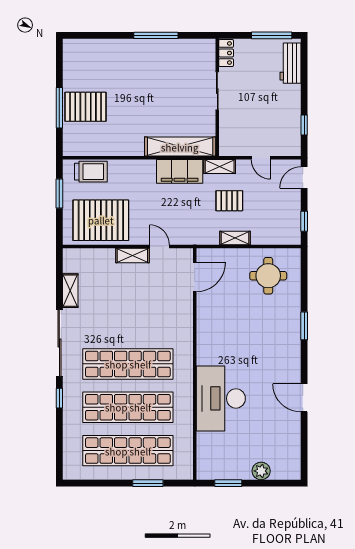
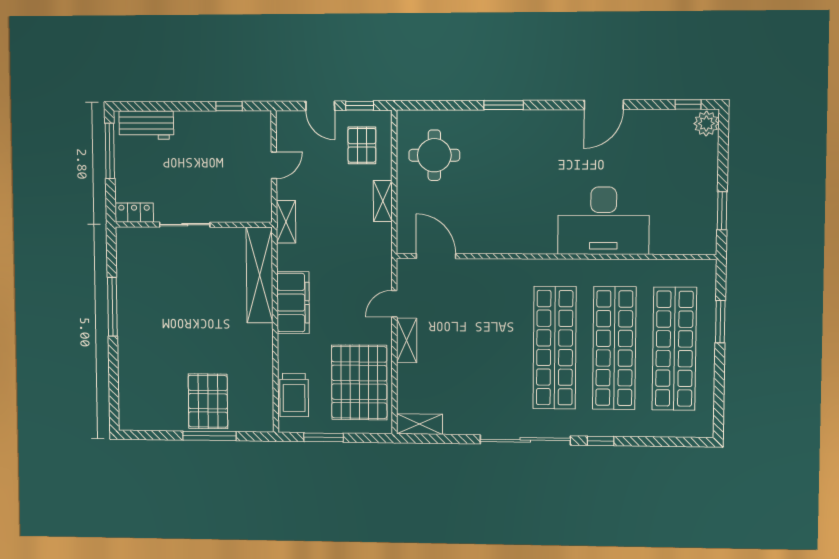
filing cabinet: (180, 171) -> (293, 303), moved
trolley: (91, 172) -> (294, 395), turned 180
door: (304, 177) -> (320, 106), moved
pallet: (229, 201) -> (362, 145), moved
shelving: (70, 291) -> (419, 424), moved
window: (304, 458) -> (688, 104), added
plant: (261, 471) -> (706, 123), moved

